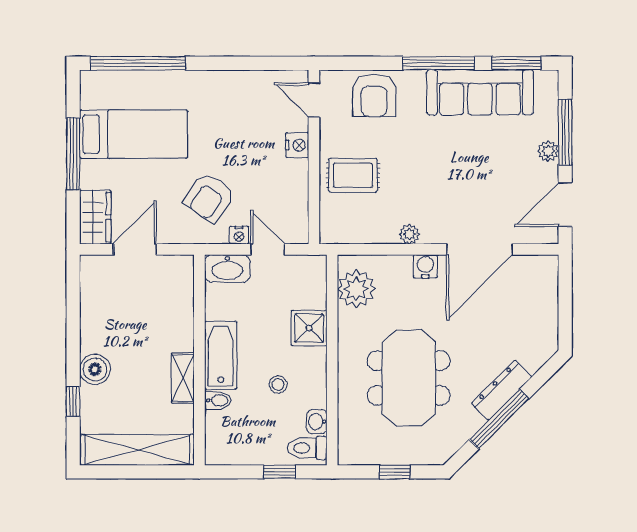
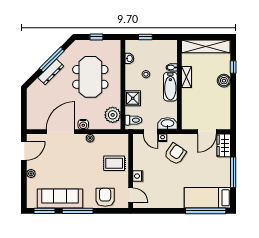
window: (565, 132) -> (24, 182), removed
bed: (134, 134) -> (207, 198), moved
toilet: (307, 448) -> (134, 120), moved

